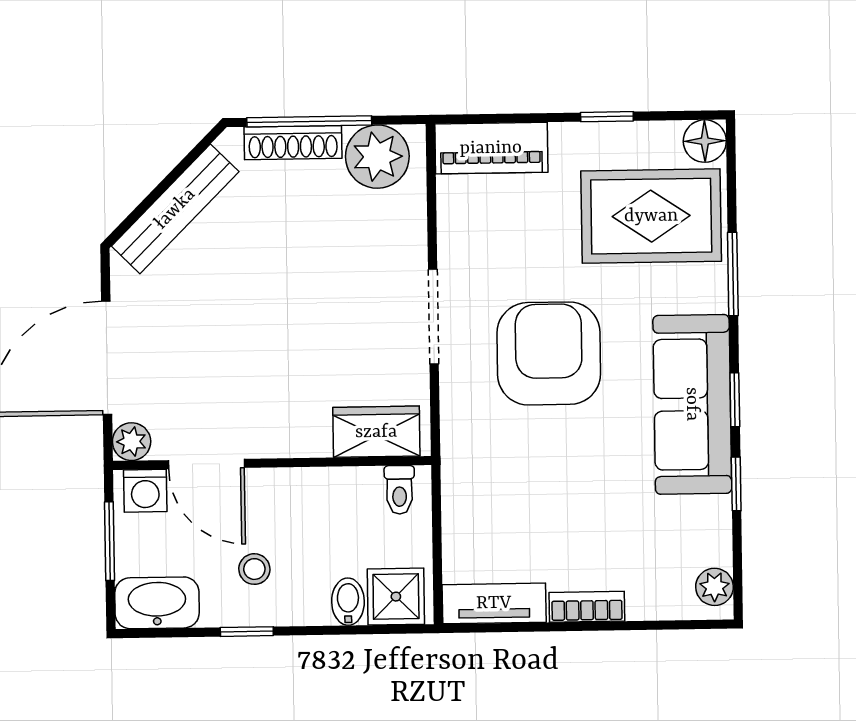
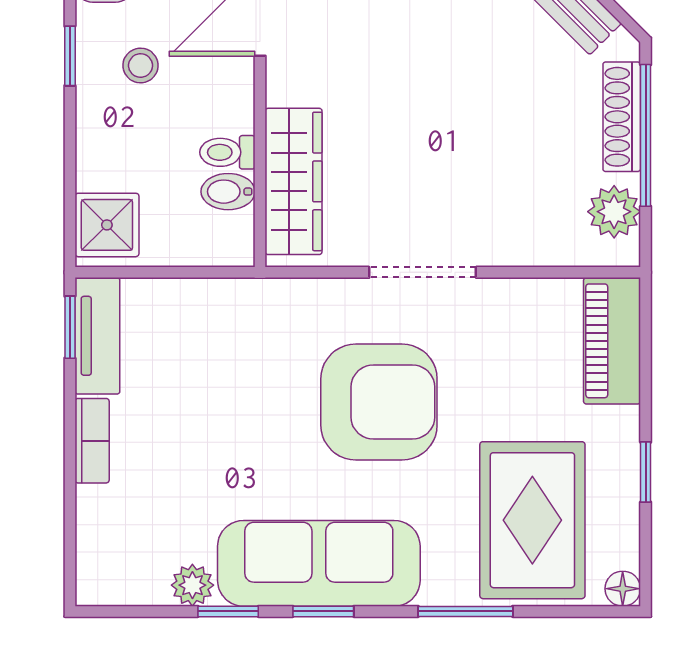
floor lamp: (705, 141) -> (623, 589), width x0.73, depth x0.73
plant: (377, 157) -> (614, 212), width x0.73, depth x0.73
wardrobe: (376, 432) -> (294, 181), width x1.50
toilet: (399, 490) -> (227, 152), moved
plant: (714, 587) -> (192, 585), moved
bidet: (348, 602) -> (228, 192), moved, turned 180
window: (487, 628) -> (70, 327), added

